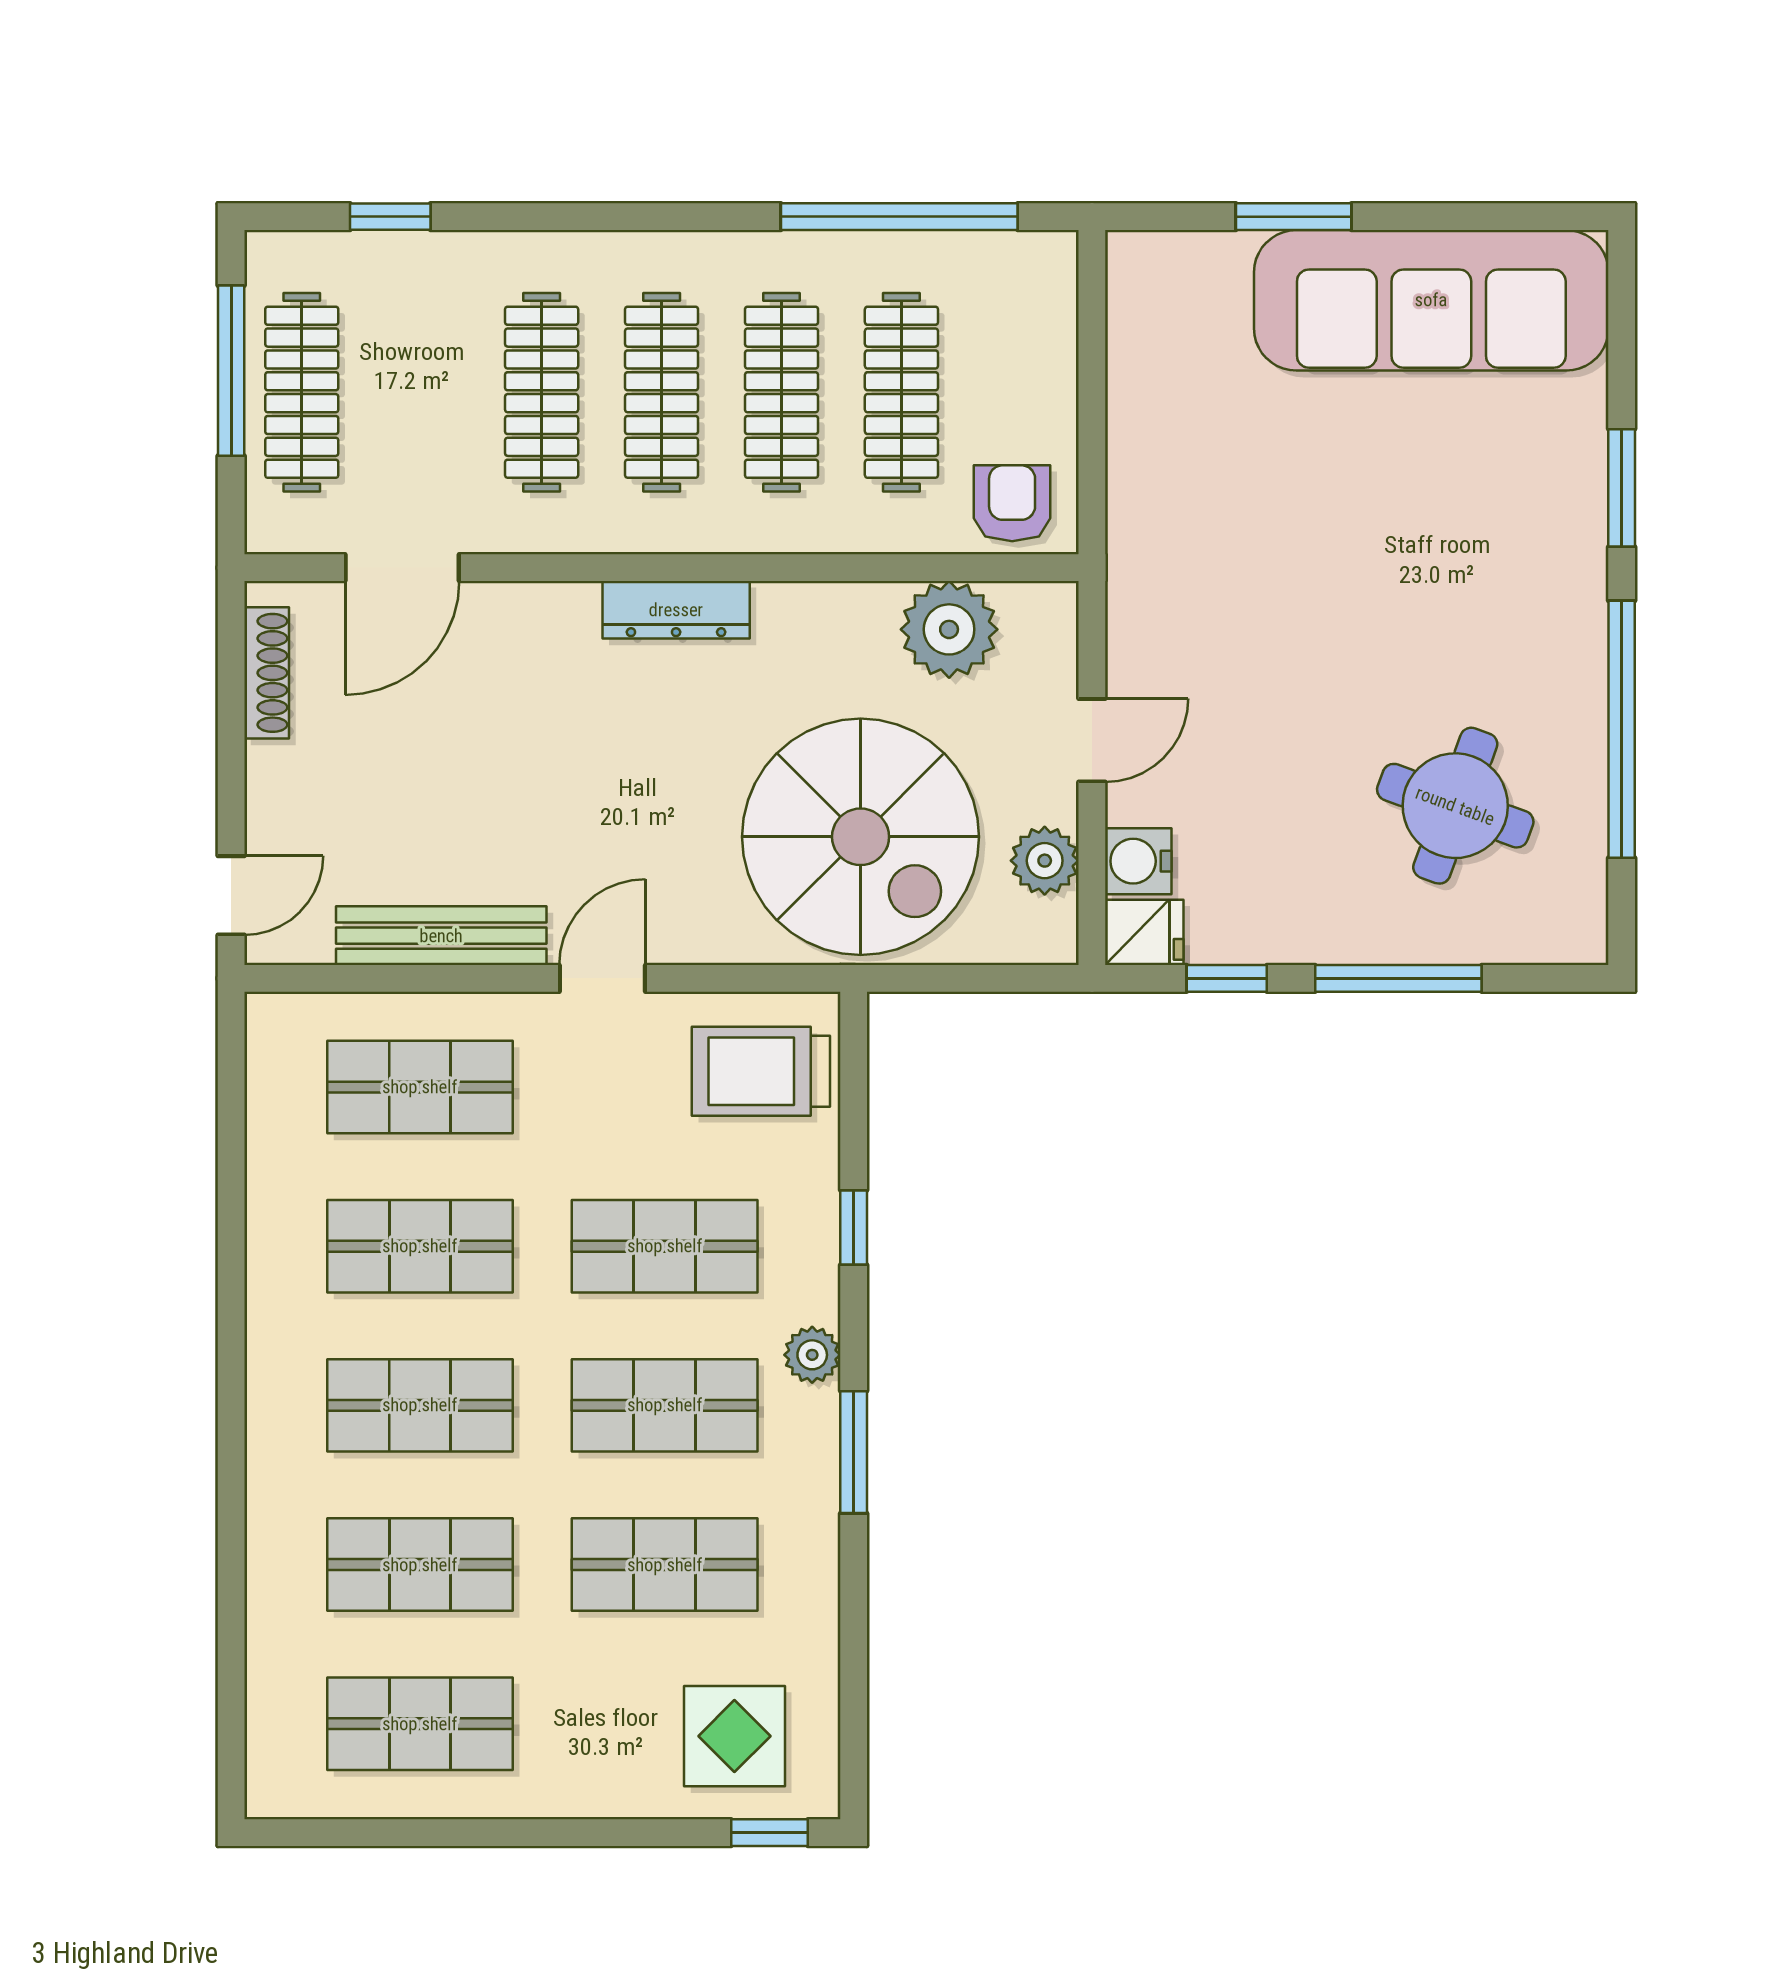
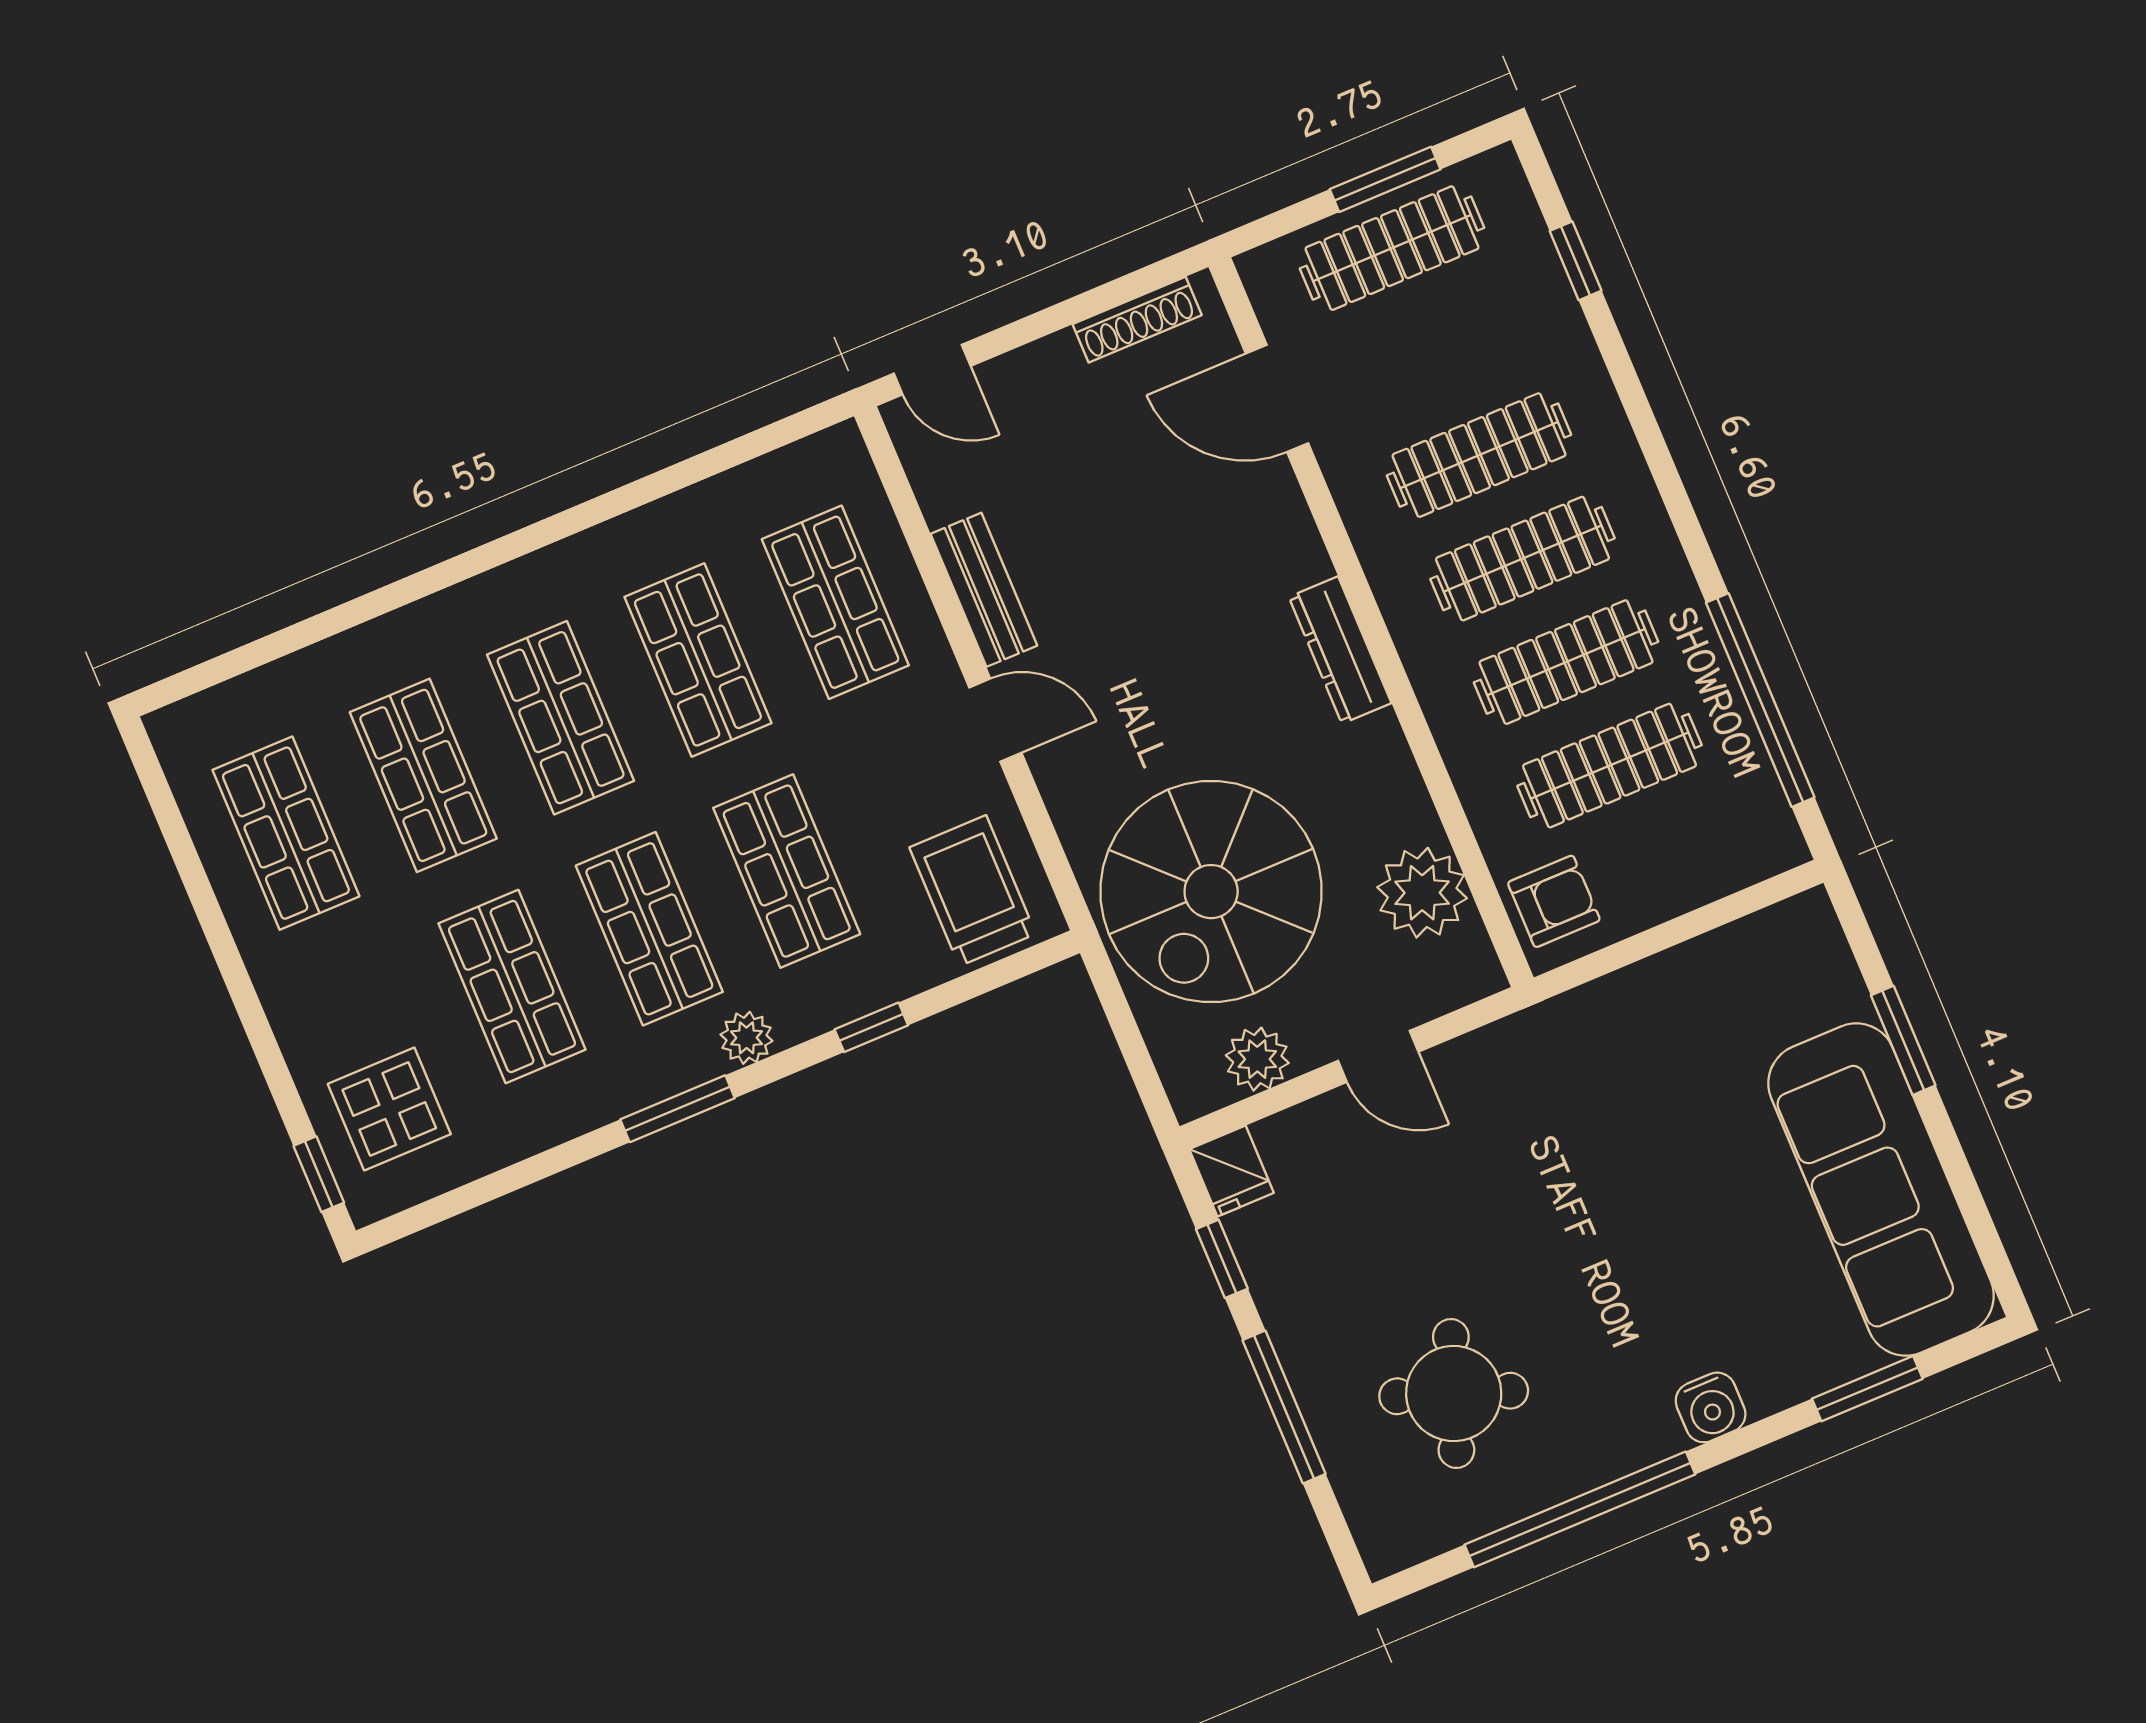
window: (231, 371) -> (1385, 179), width x0.69
window: (1622, 488) -> (1867, 1389), moved
water cooler: (1138, 861) -> (1711, 1407), moved, turned 180
bench: (441, 936) -> (984, 590), width x0.73

